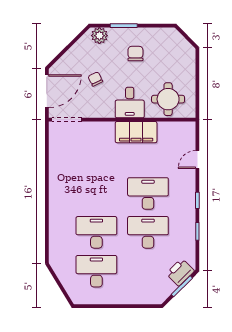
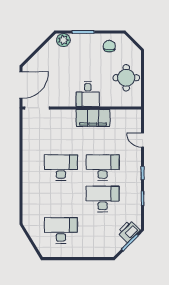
chair: (135, 54) -> (109, 46), moved
chair: (95, 79) -> (60, 75), removed
round table: (168, 99) -> (126, 78), moved
door: (197, 160) -> (142, 140), hinge flipped
desk: (96, 232) -> (61, 168), moved

